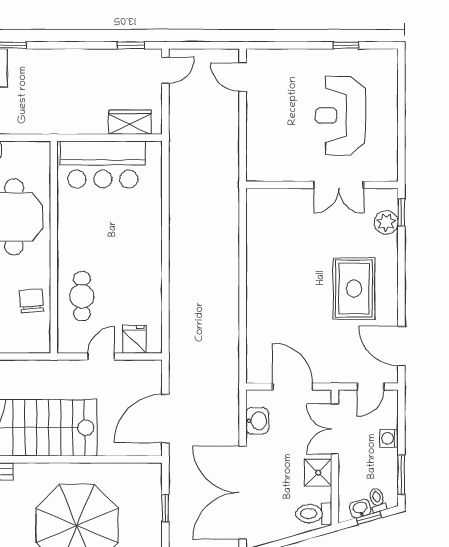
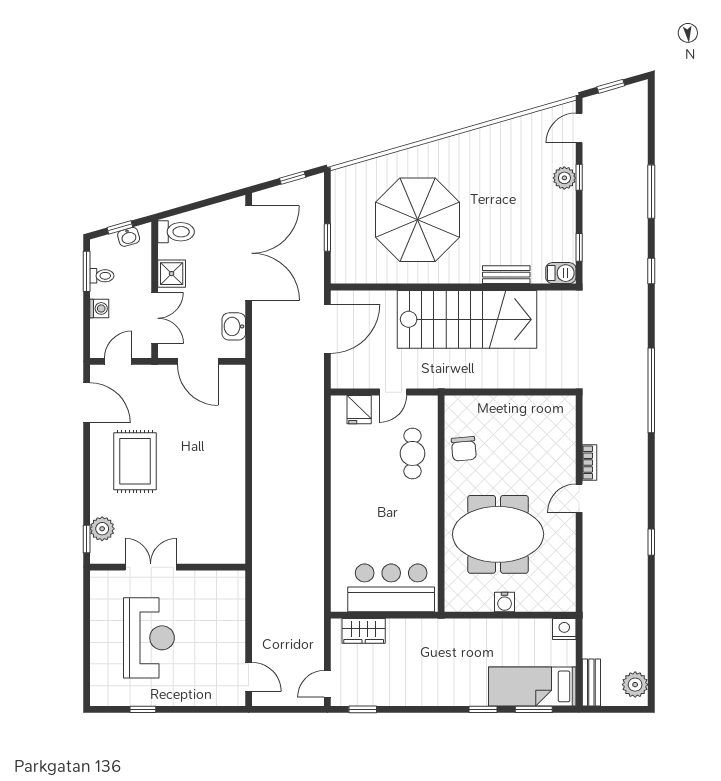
toilet: (377, 500) -> (102, 276), moved, turned -74

